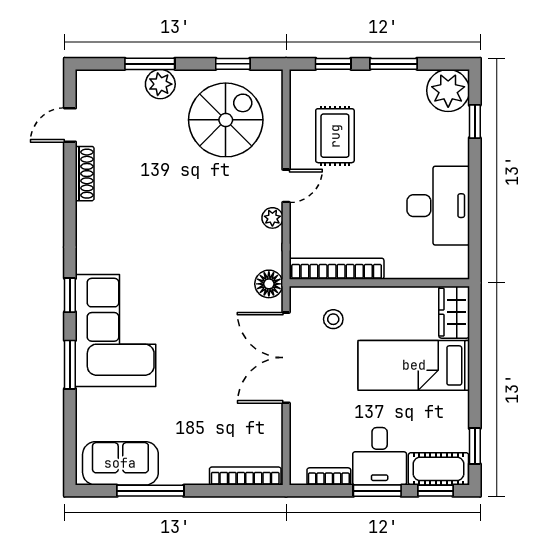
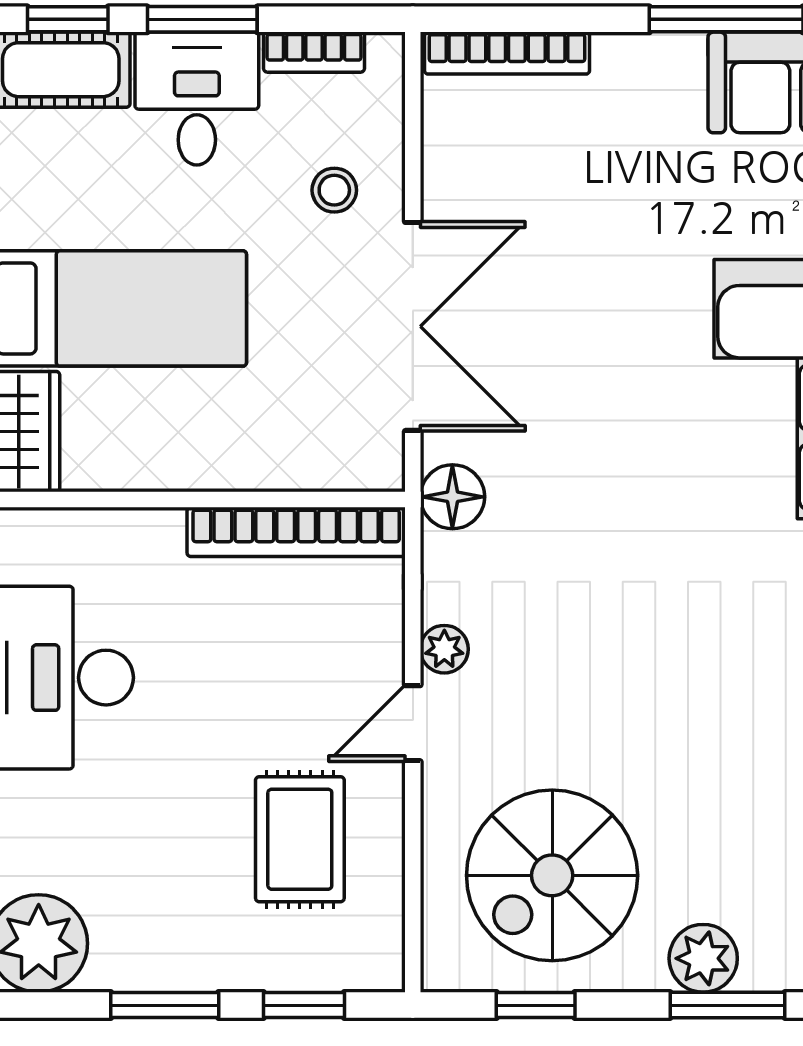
stool: (333, 319) -> (334, 190), moved

